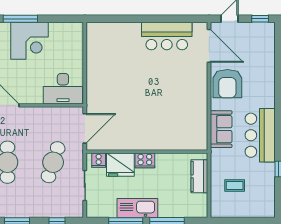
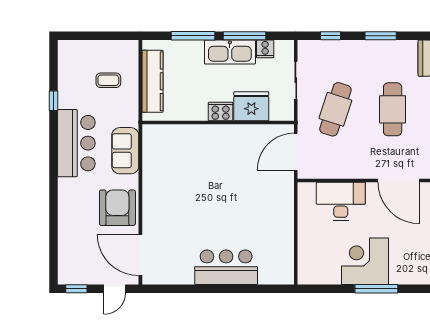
bar counter: (167, 36) -> (226, 267), moved
desk: (63, 89) -> (341, 201), moved
cooker: (99, 160) -> (265, 49), moved, turned 180
kitchen counter: (199, 176) -> (152, 81), width x1.50

